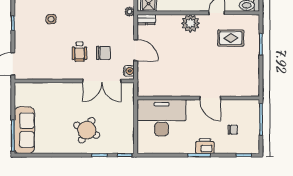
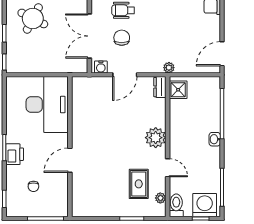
plant: (243, 19) -> (160, 198), added
chair: (103, 53) -> (122, 38), turned 180

